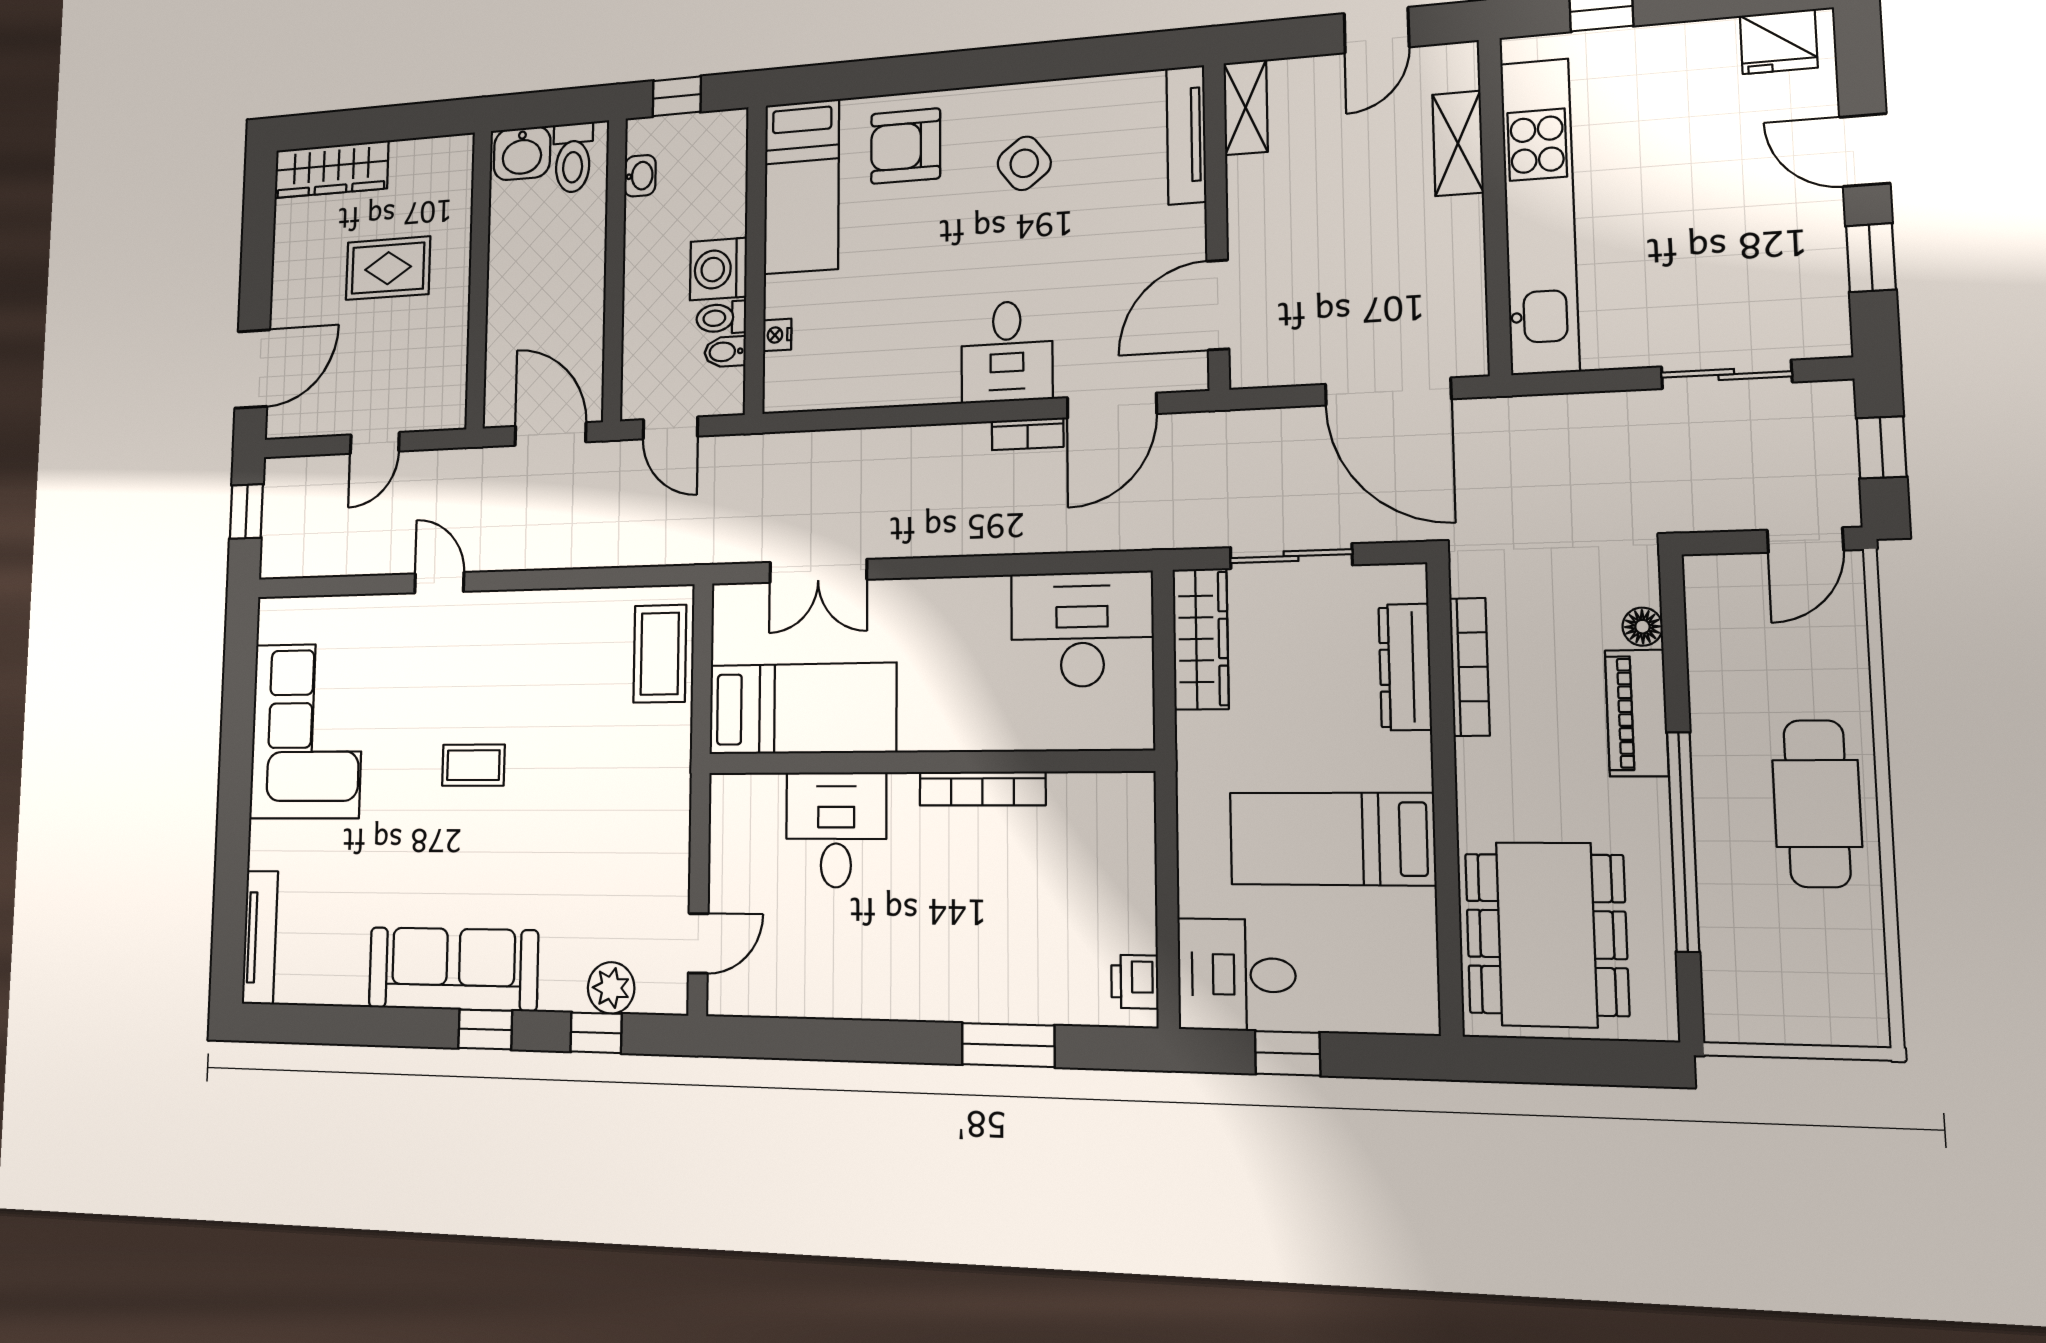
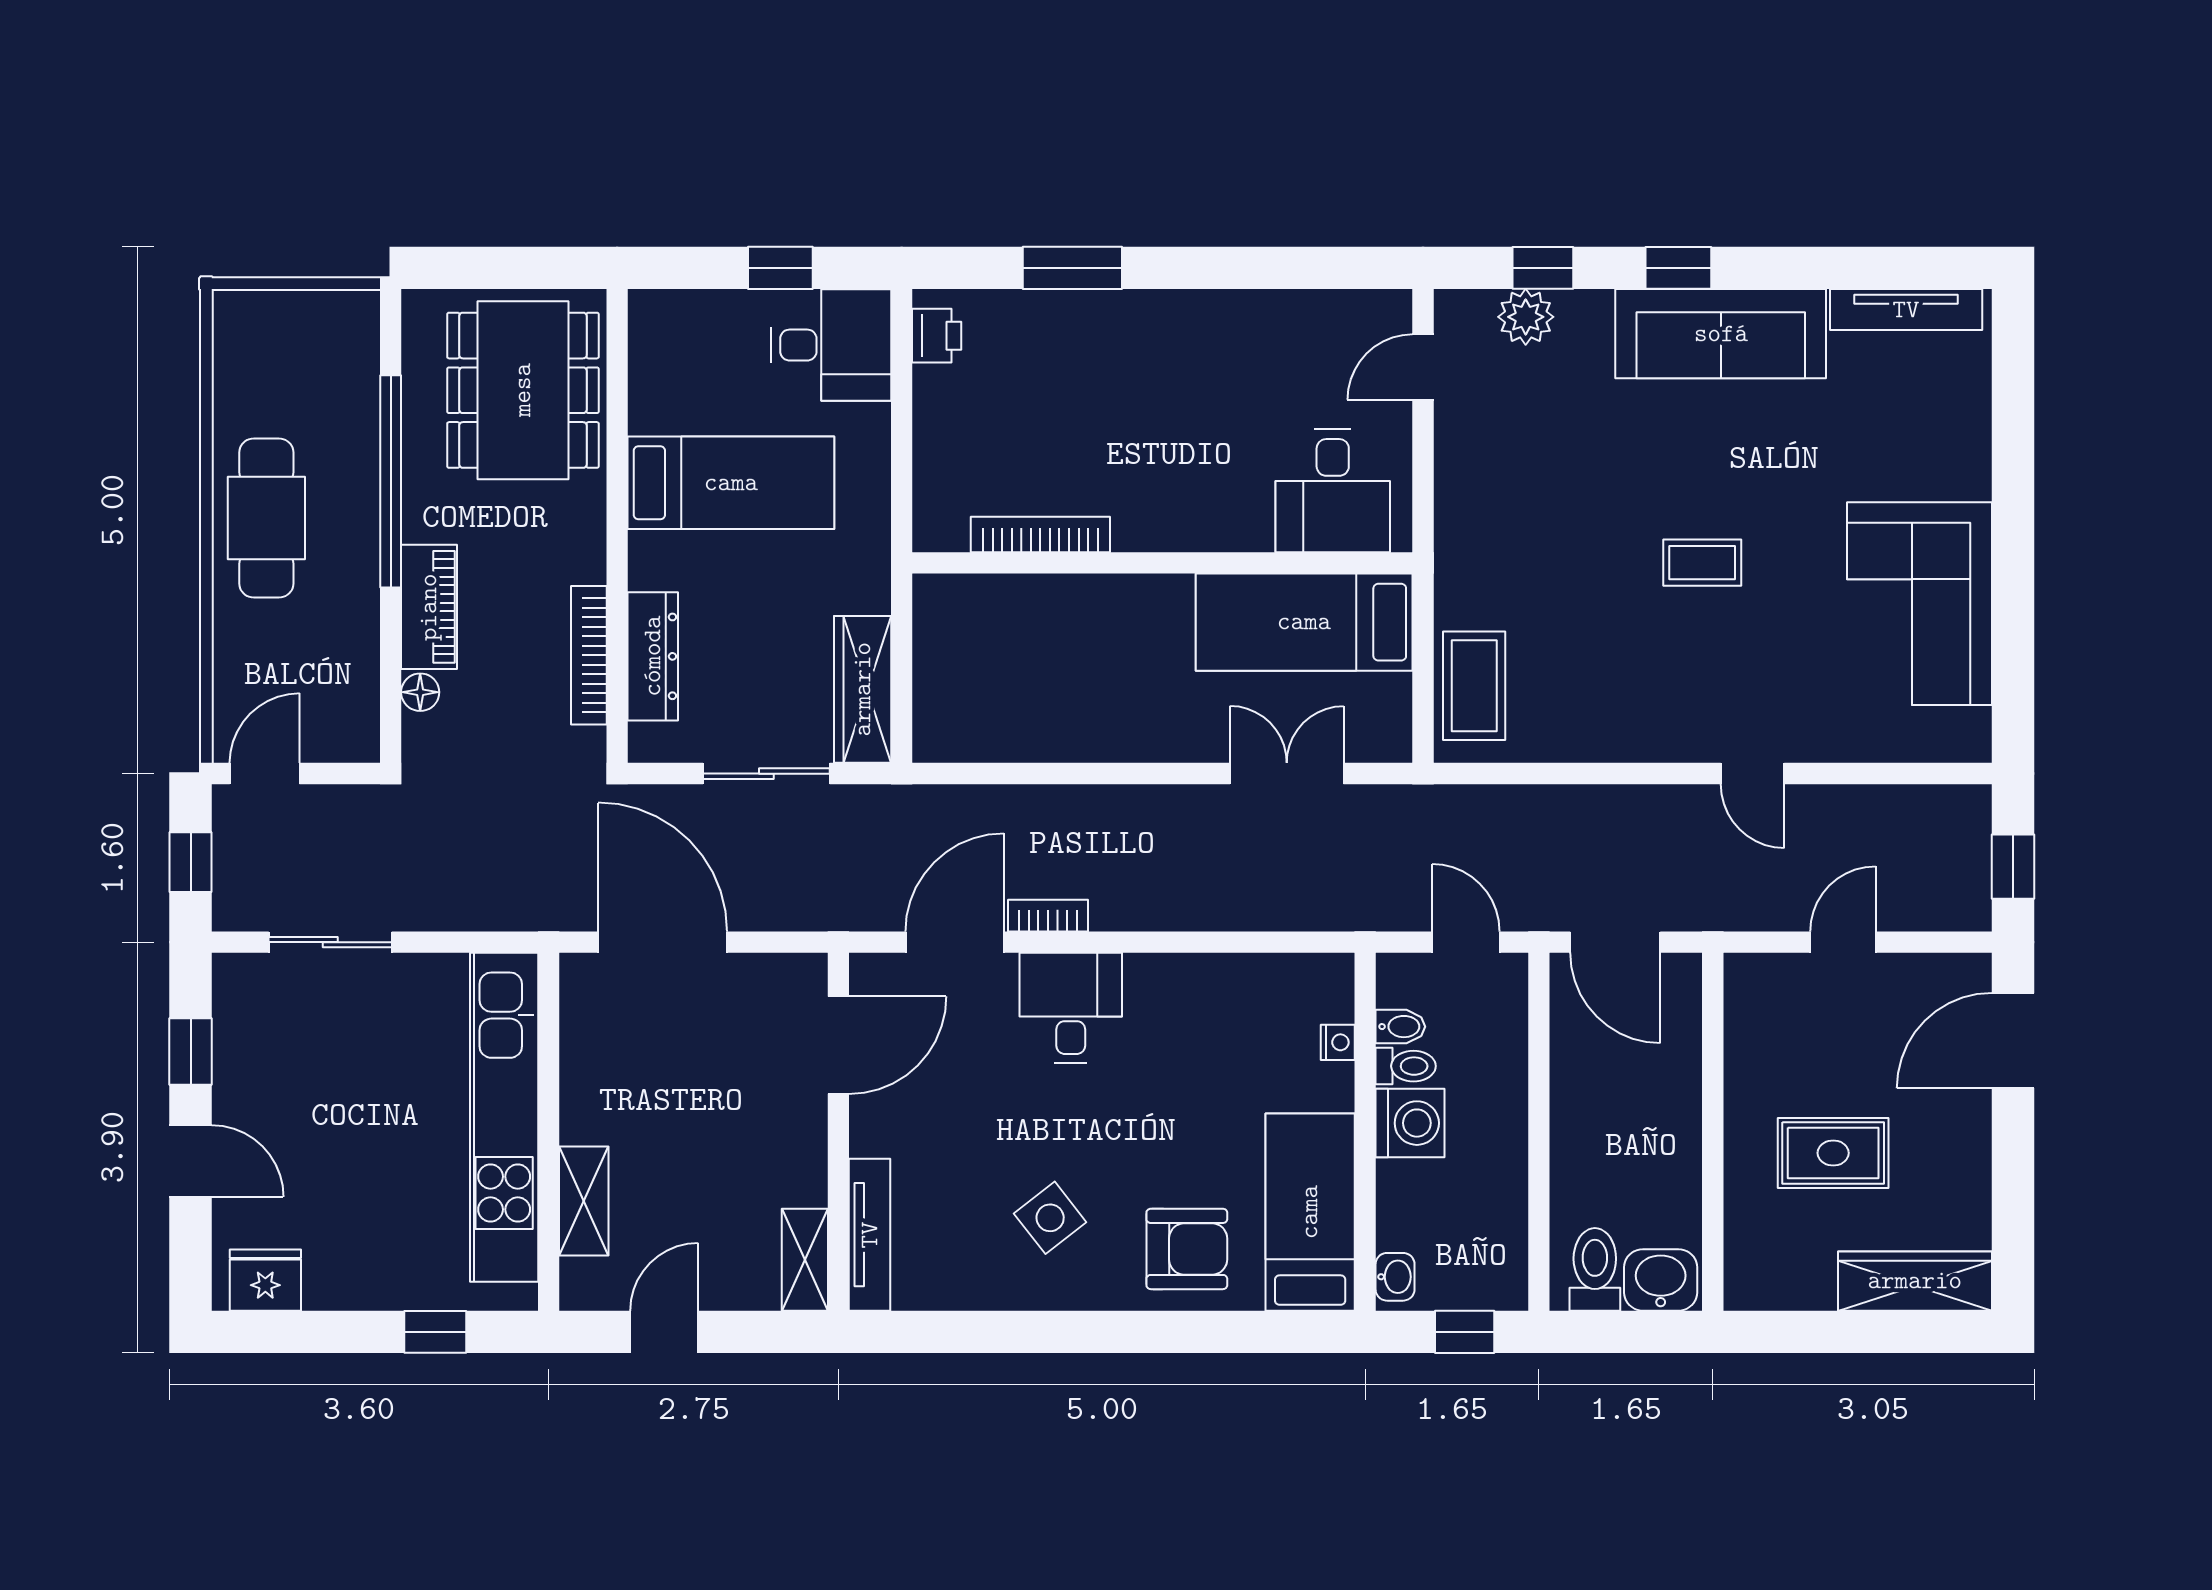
washbasin: (640, 176) -> (1395, 1277), moved, turned 180
desk: (1082, 629) -> (989, 702), removed
bookcase: (982, 789) -> (1040, 535), moved
desk: (836, 830) -> (1333, 491), moved
tv unit: (260, 937) -> (1906, 310), moved, turned -90

